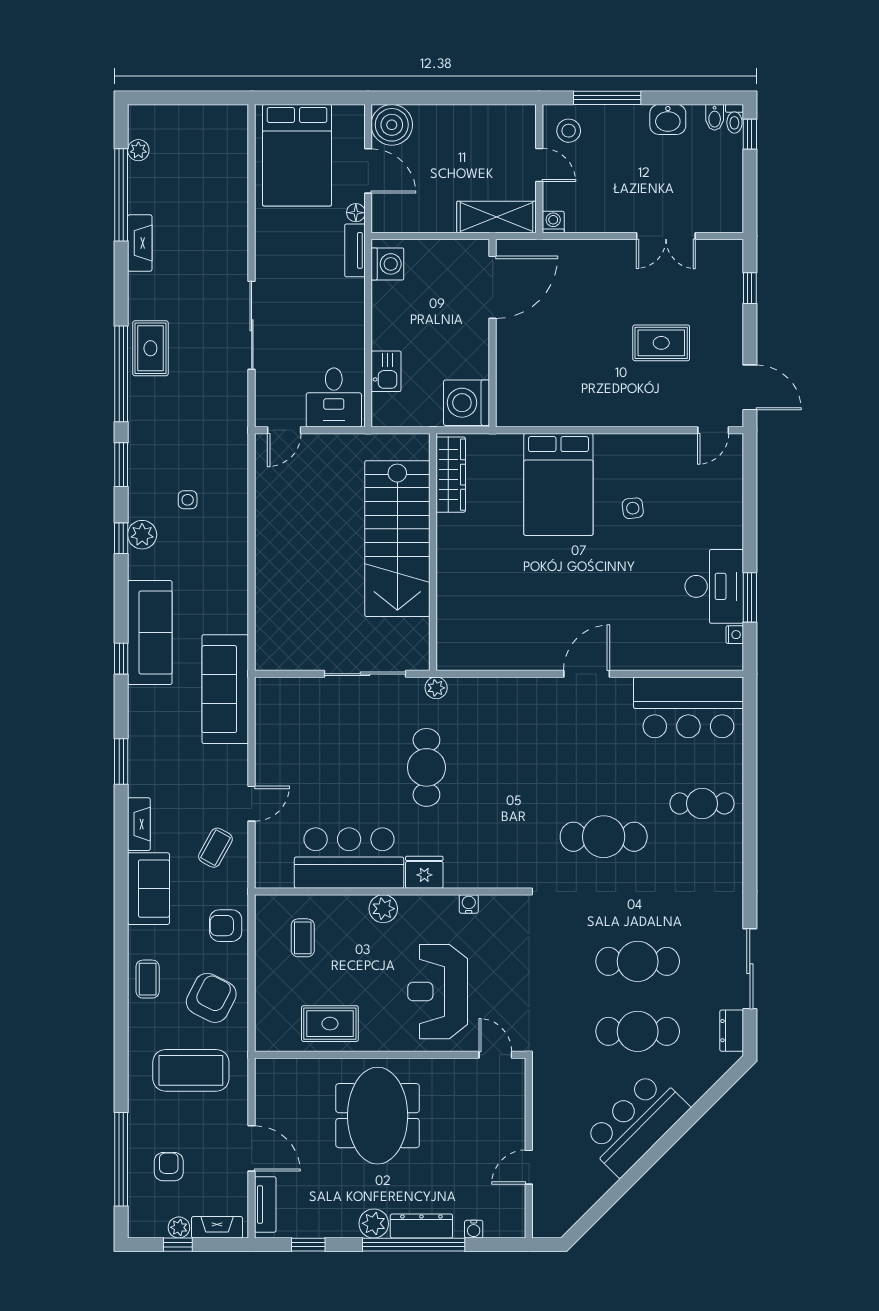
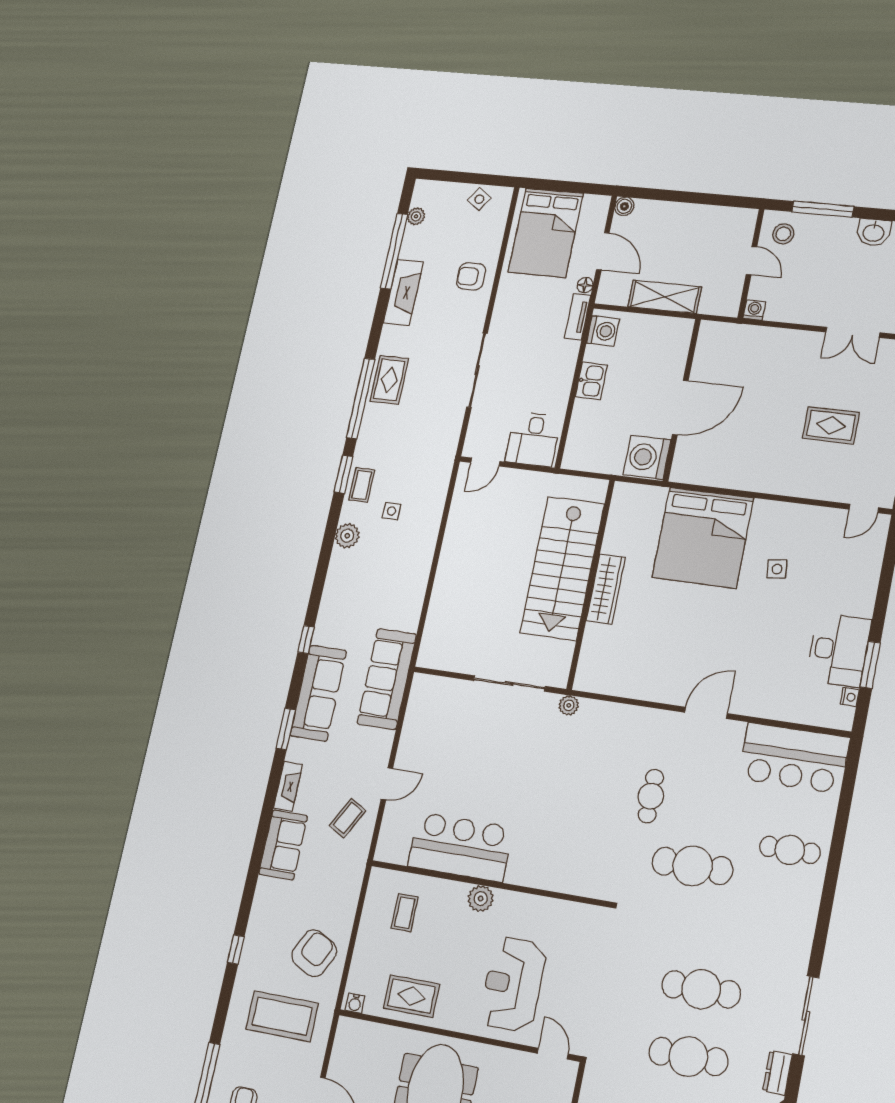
side table: (210, 122) -> (479, 199), added
boiler: (392, 125) -> (624, 206), width x0.54, depth x0.54
shelving: (497, 217) -> (665, 297), moved
fireplace: (140, 243) -> (403, 292), width x1.37, depth x1.32
door: (493, 287) -> (680, 408), moved
kitchen sink: (386, 371) -> (591, 381), moved
wardrobe: (451, 475) -> (606, 589), moved
bed: (558, 484) -> (703, 538), width x1.36
window: (121, 538) -> (236, 949), moved
sofa: (150, 633) -> (318, 693), moved
cafe table: (426, 767) -> (651, 796), moved, width x0.73, depth x0.74
fridge: (424, 872) -> (524, 871), removed
water cooler: (469, 904) -> (355, 1003), moved, turned 180
armchair: (226, 926) -> (471, 276), moved
coffee table: (148, 979) -> (362, 485), moved

